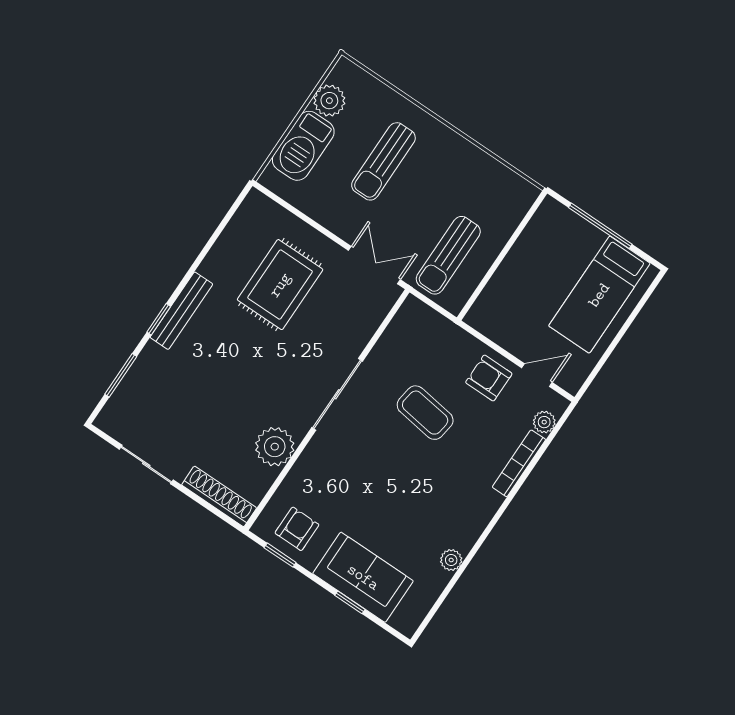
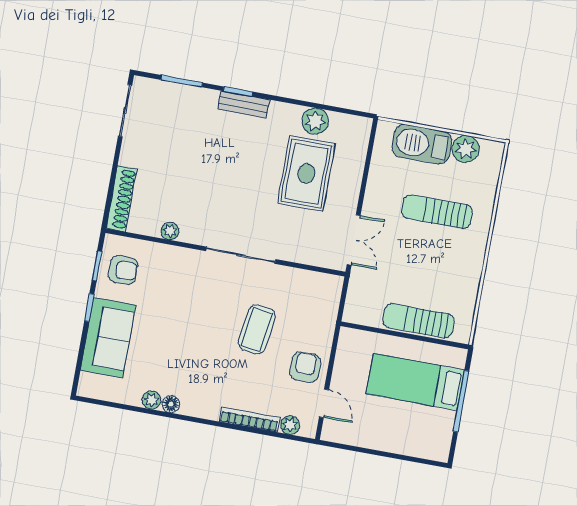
plant: (228, 250) -> (315, 121), added
sun lounger: (448, 255) -> (419, 321), moved
rug: (280, 285) -> (306, 173), turned 90
bed: (599, 295) -> (415, 382), moved
bench: (181, 311) -> (244, 104), width x0.73
plant: (275, 447) -> (170, 231), width x0.53, depth x0.53
sliding door: (146, 465) -> (125, 111), moved
floor lamp: (465, 541) -> (171, 404), added
window: (350, 602) -> (89, 308), moved

